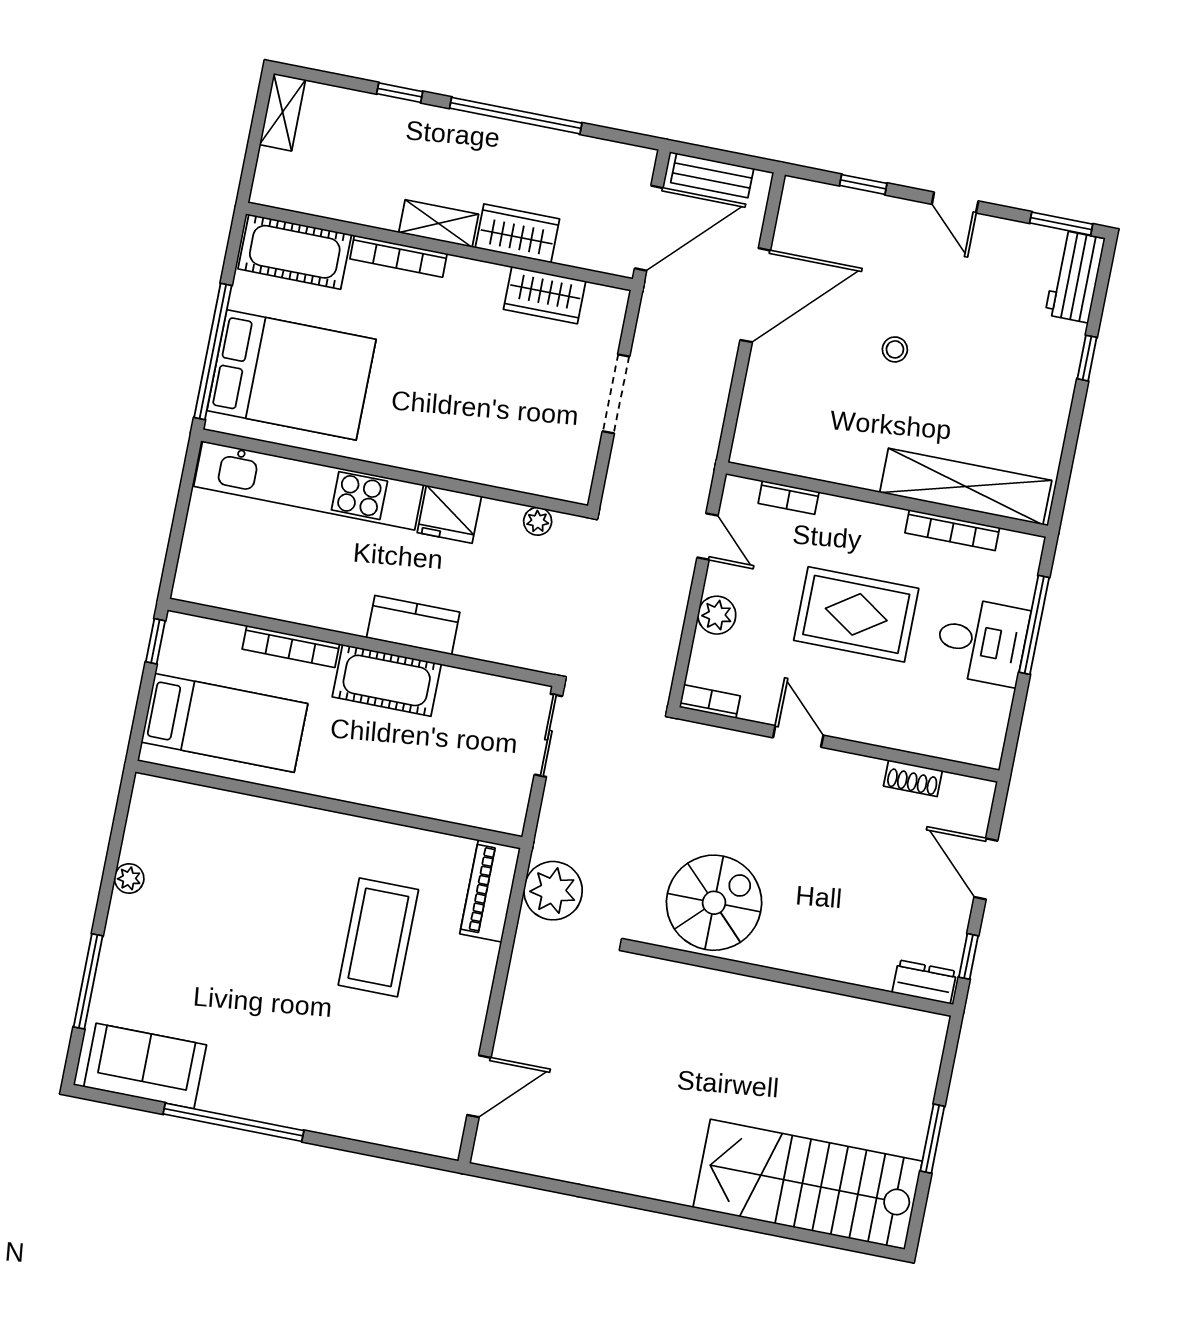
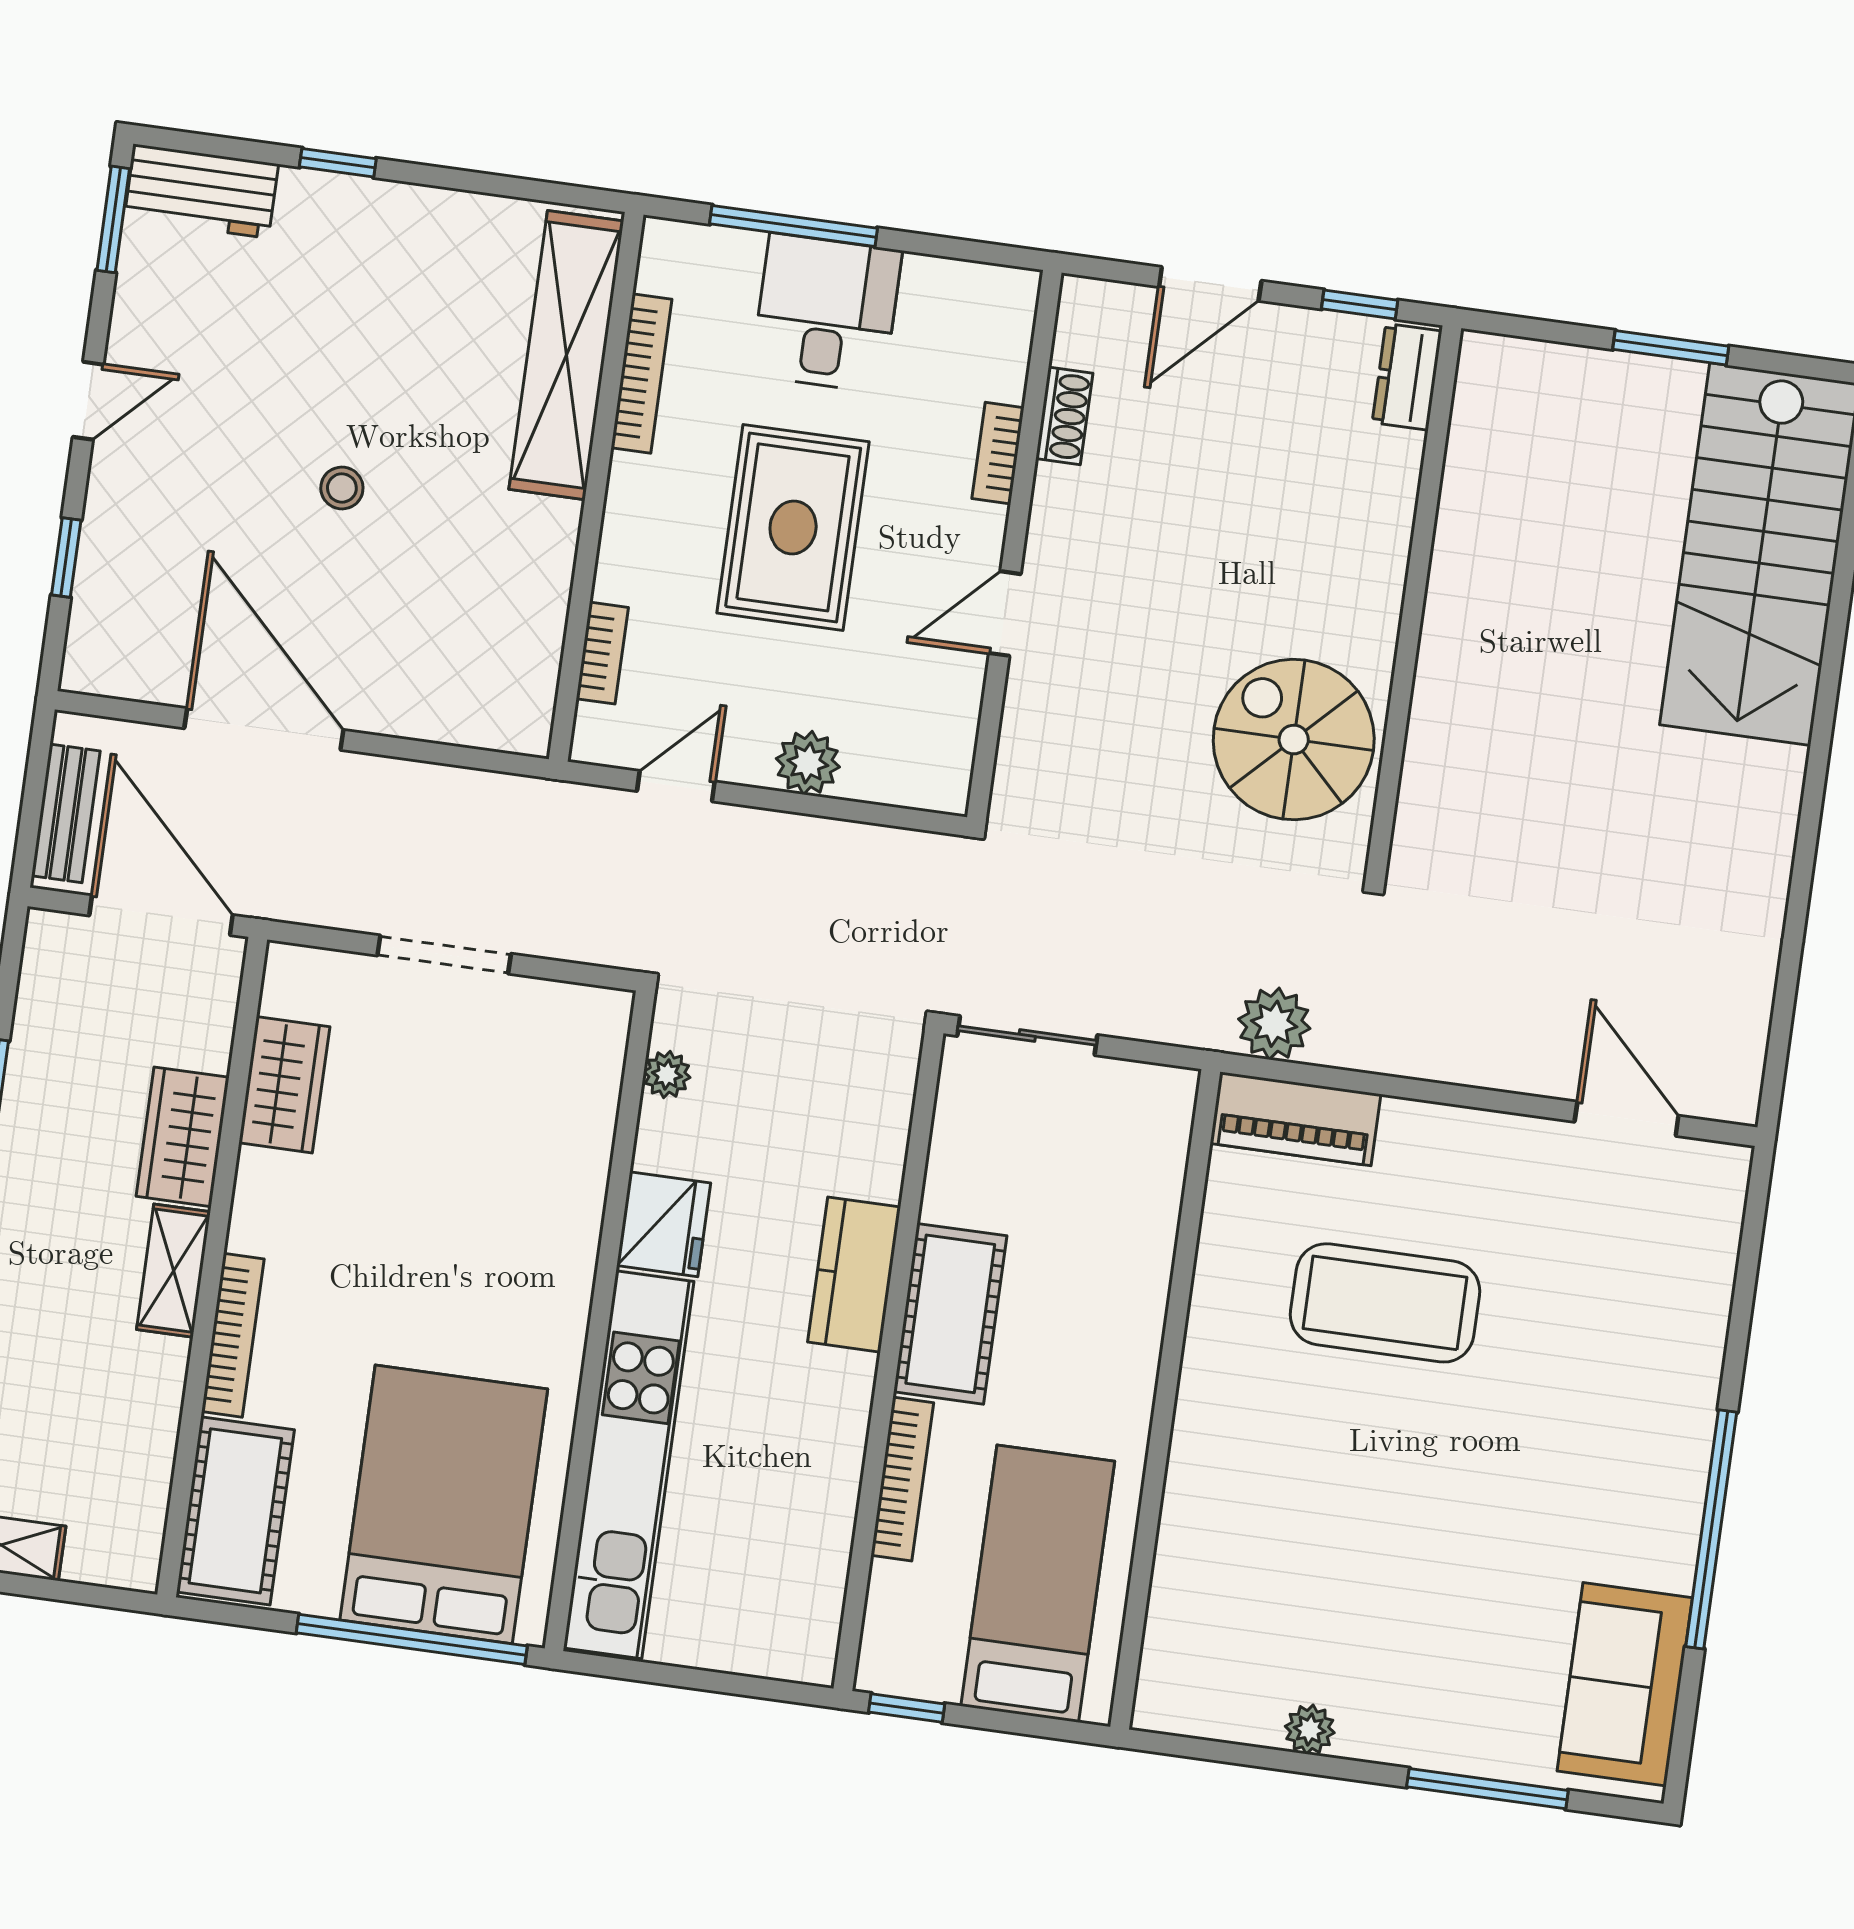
bookcase: (710, 702) -> (998, 453), moved
plant: (553, 891) -> (1274, 1024), width x0.73, depth x0.73

